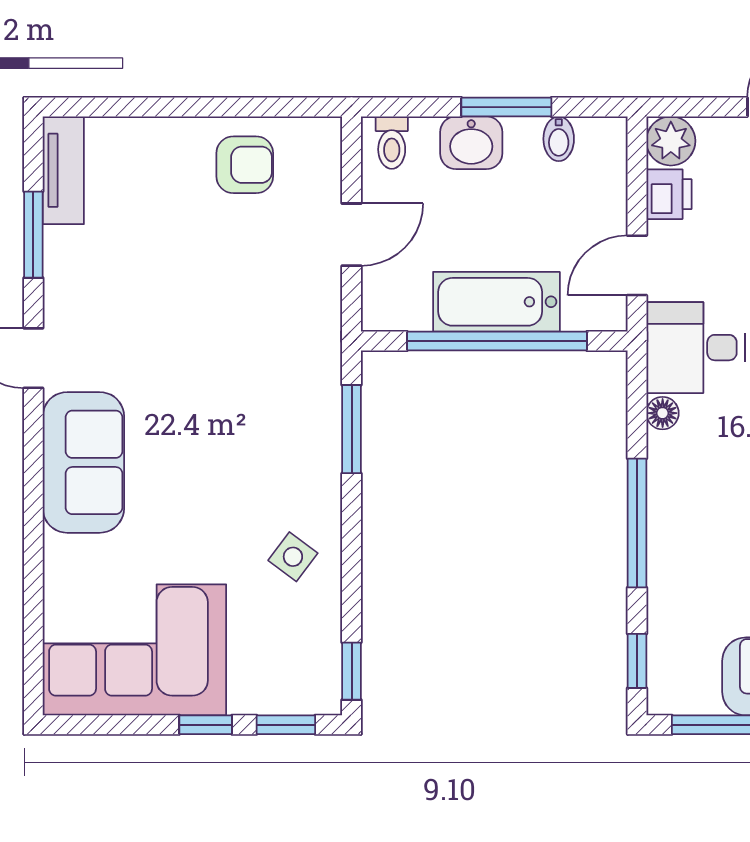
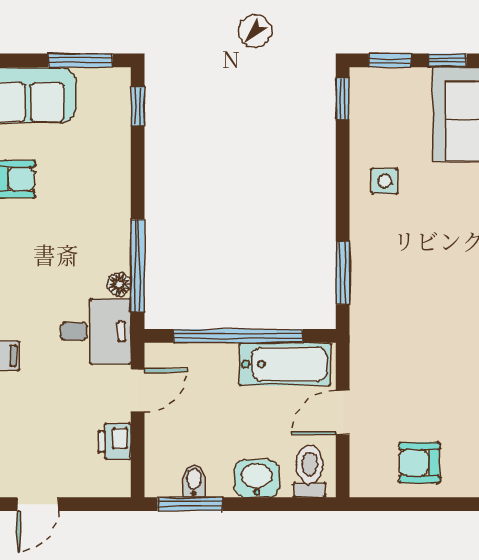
window: (506, 107) -> (190, 504), moved
plant: (671, 141) -> (113, 480), removed
toilet: (392, 143) -> (310, 471), width x1.37, depth x1.39
bathtub: (496, 302) -> (285, 364), moved
window: (637, 523) -> (138, 266), moved
side table: (293, 557) -> (385, 181), turned -37

